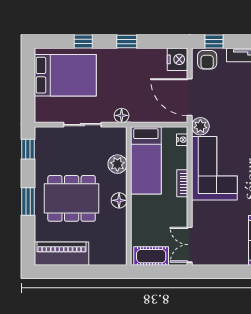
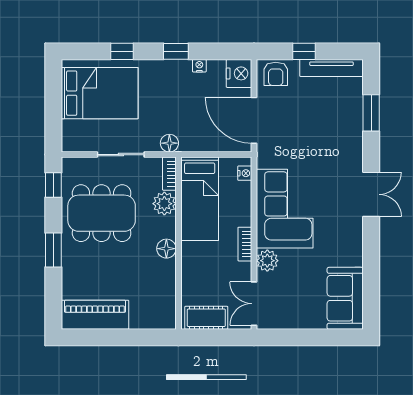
window: (214, 42) -> (304, 51), moved
nightstand: (146, 53) -> (199, 66), added
plant: (200, 126) -> (267, 261), moved
bookcase: (121, 140) -> (169, 174), added
bookcase: (182, 183) -> (245, 244), moved
dining table: (72, 198) -> (102, 213), moved

